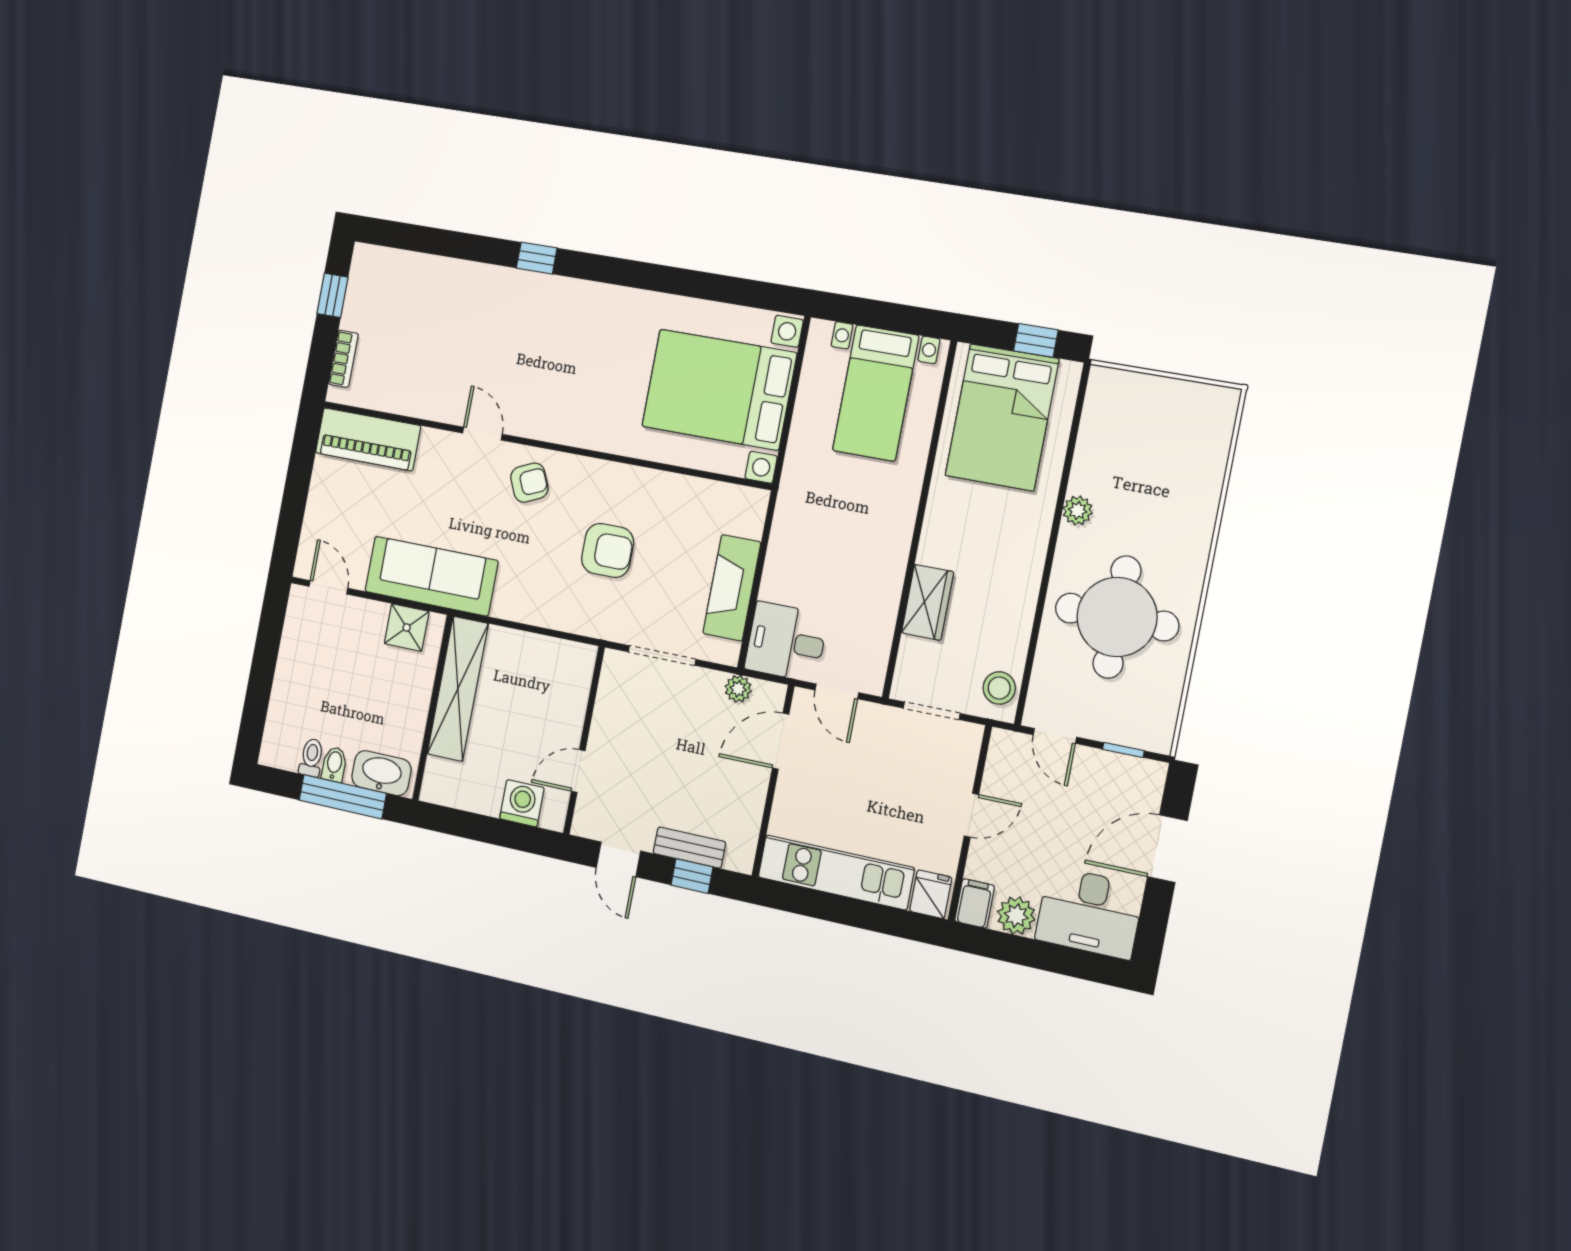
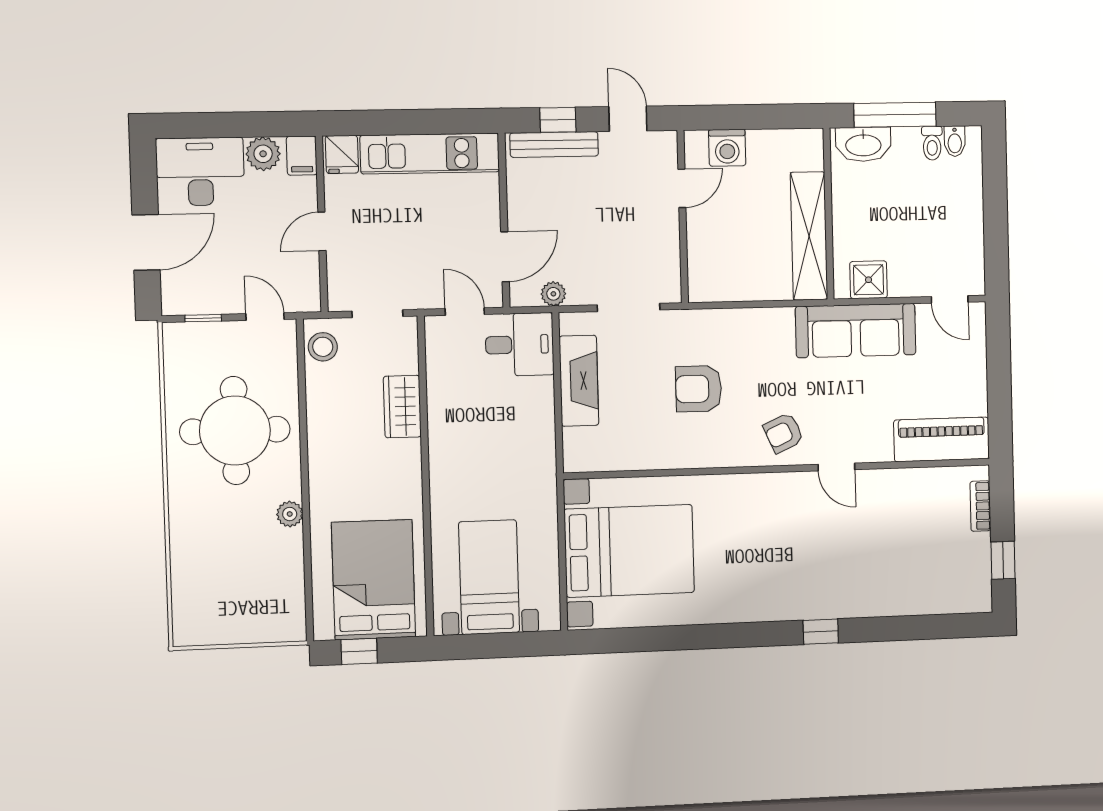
bidet: (334, 764) -> (955, 141), moved
bench: (689, 848) -> (554, 144), width x1.36

